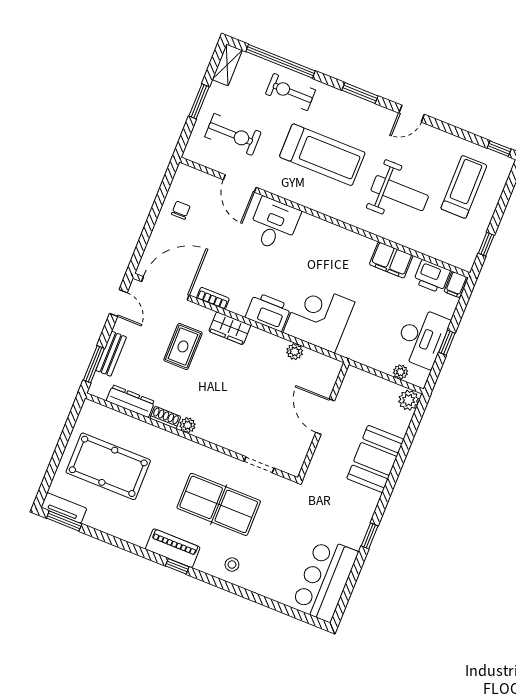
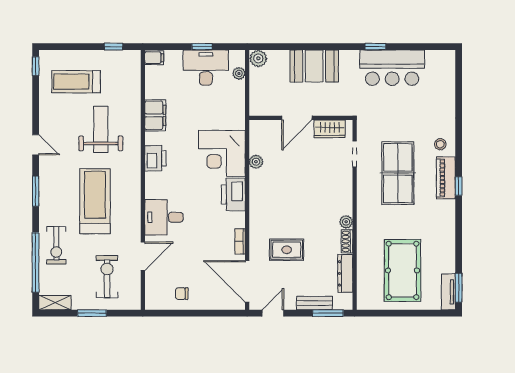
printer: (432, 276) -> (155, 158), moved
wardrobe: (230, 328) -> (330, 129), moved, turned 90
piano: (173, 548) -> (446, 178), moved
bar counter: (325, 580) -> (392, 68), moved

